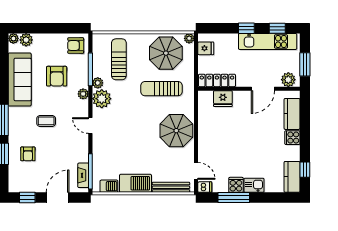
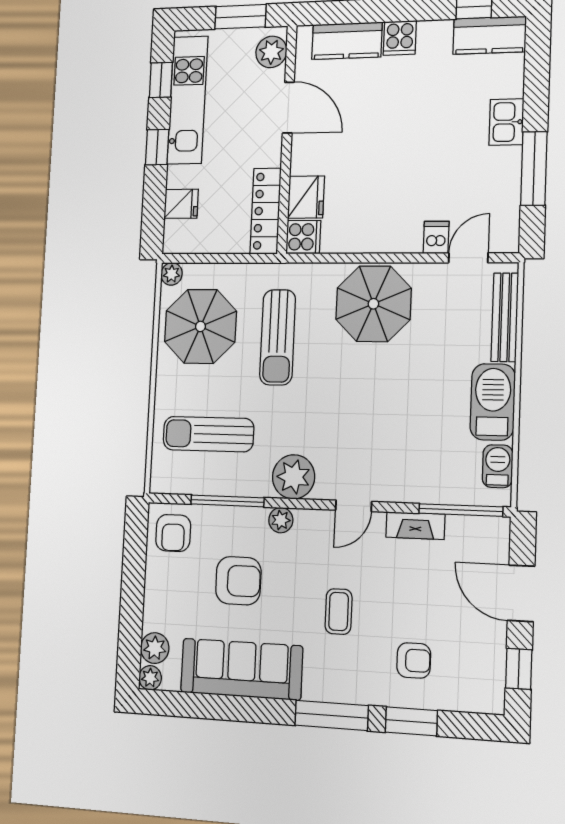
fridge: (206, 48) -> (181, 204), moved, turned 90
plant: (98, 83) -> (258, 485), removed
fireplace: (83, 175) -> (415, 526), moved
cooker: (236, 185) -> (303, 237), moved, turned 180
dishwasher: (205, 187) -> (436, 237), moved

